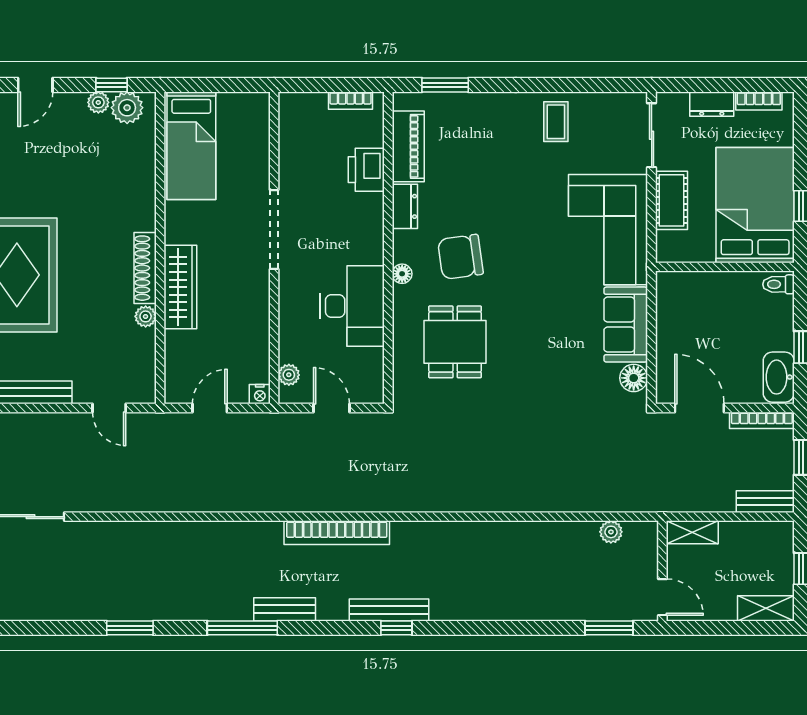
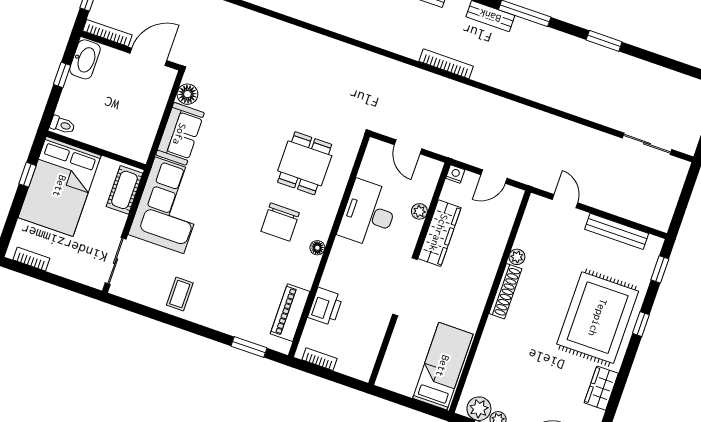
dresser: (712, 104) -> (65, 268), removed
cot: (671, 200) -> (124, 190), moved
dresser: (405, 206) -> (307, 271), removed
chair: (460, 257) -> (280, 222), turned 98
floor lamp: (402, 274) -> (317, 248), moved
wardrobe: (180, 287) -> (439, 233), moved, turned 180
plant: (289, 375) -> (419, 211), moved
door: (699, 408) -> (148, 57), swing flipped
bookcase: (337, 533) -> (446, 64), width x0.68, depth x0.76

